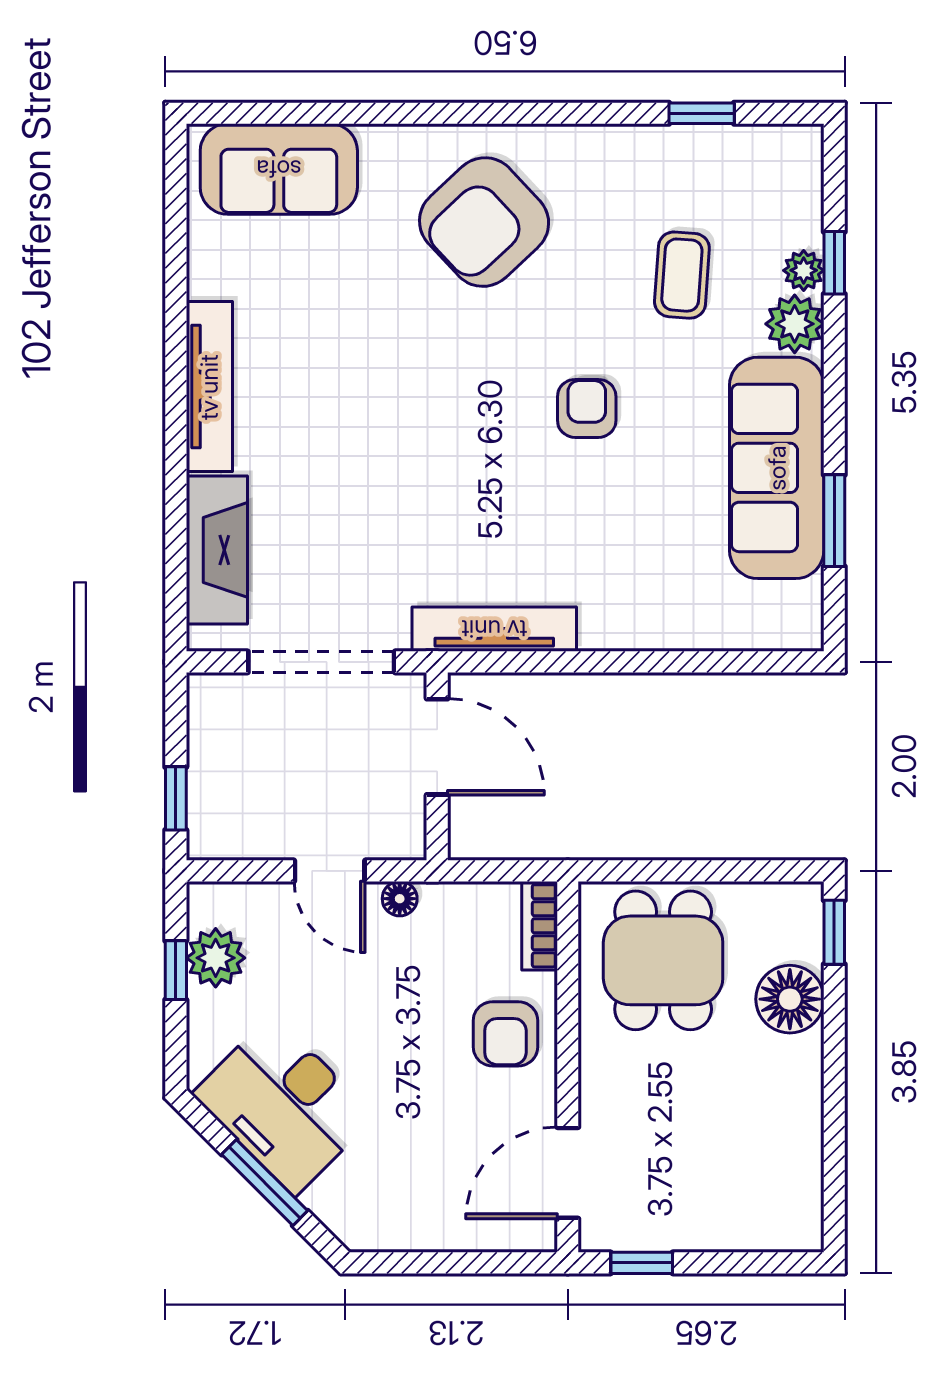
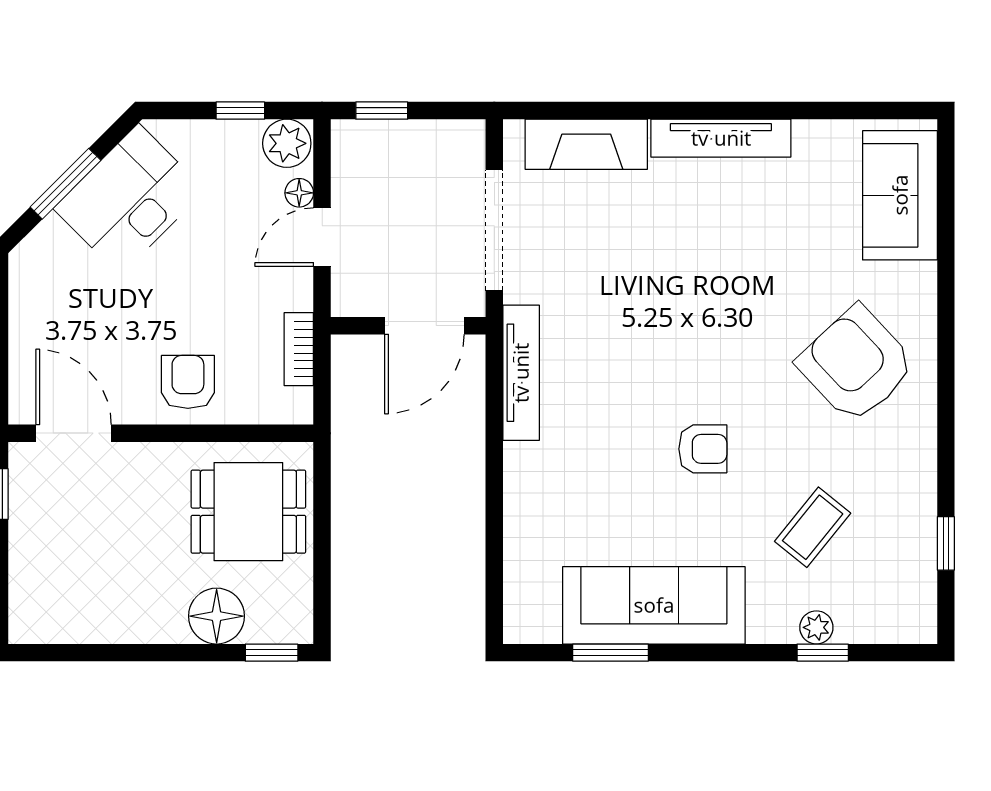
coffee table: (682, 275) -> (813, 527), turned -55
plant: (795, 324) -> (772, 620), removed
floor lamp: (400, 899) -> (299, 193), moved
bookcase: (540, 926) -> (299, 349), moved, turned -90
plant: (216, 958) -> (287, 143), moved
armchair: (505, 1034) -> (188, 382), turned 90

